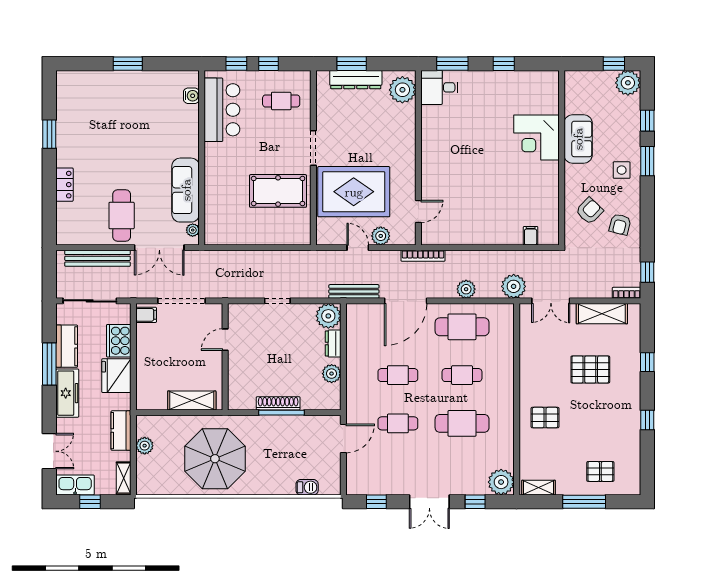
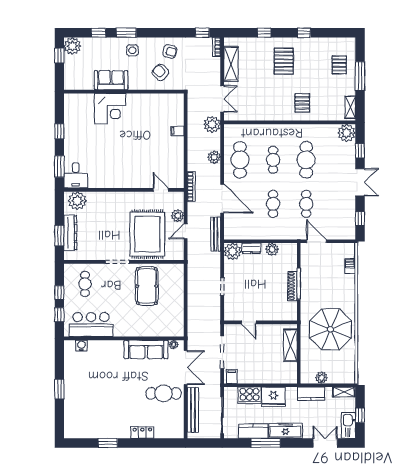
filing cabinet: (531, 236) -> (177, 131), moved
pallet: (590, 369) -> (284, 61), moved

